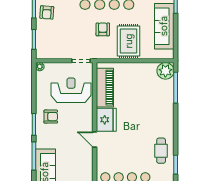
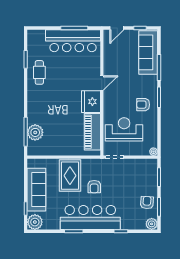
plant: (165, 71) -> (35, 132), moved
reception desk: (71, 90) -> (124, 129), turned 180
door: (95, 139) -> (102, 83), hinge flipped

